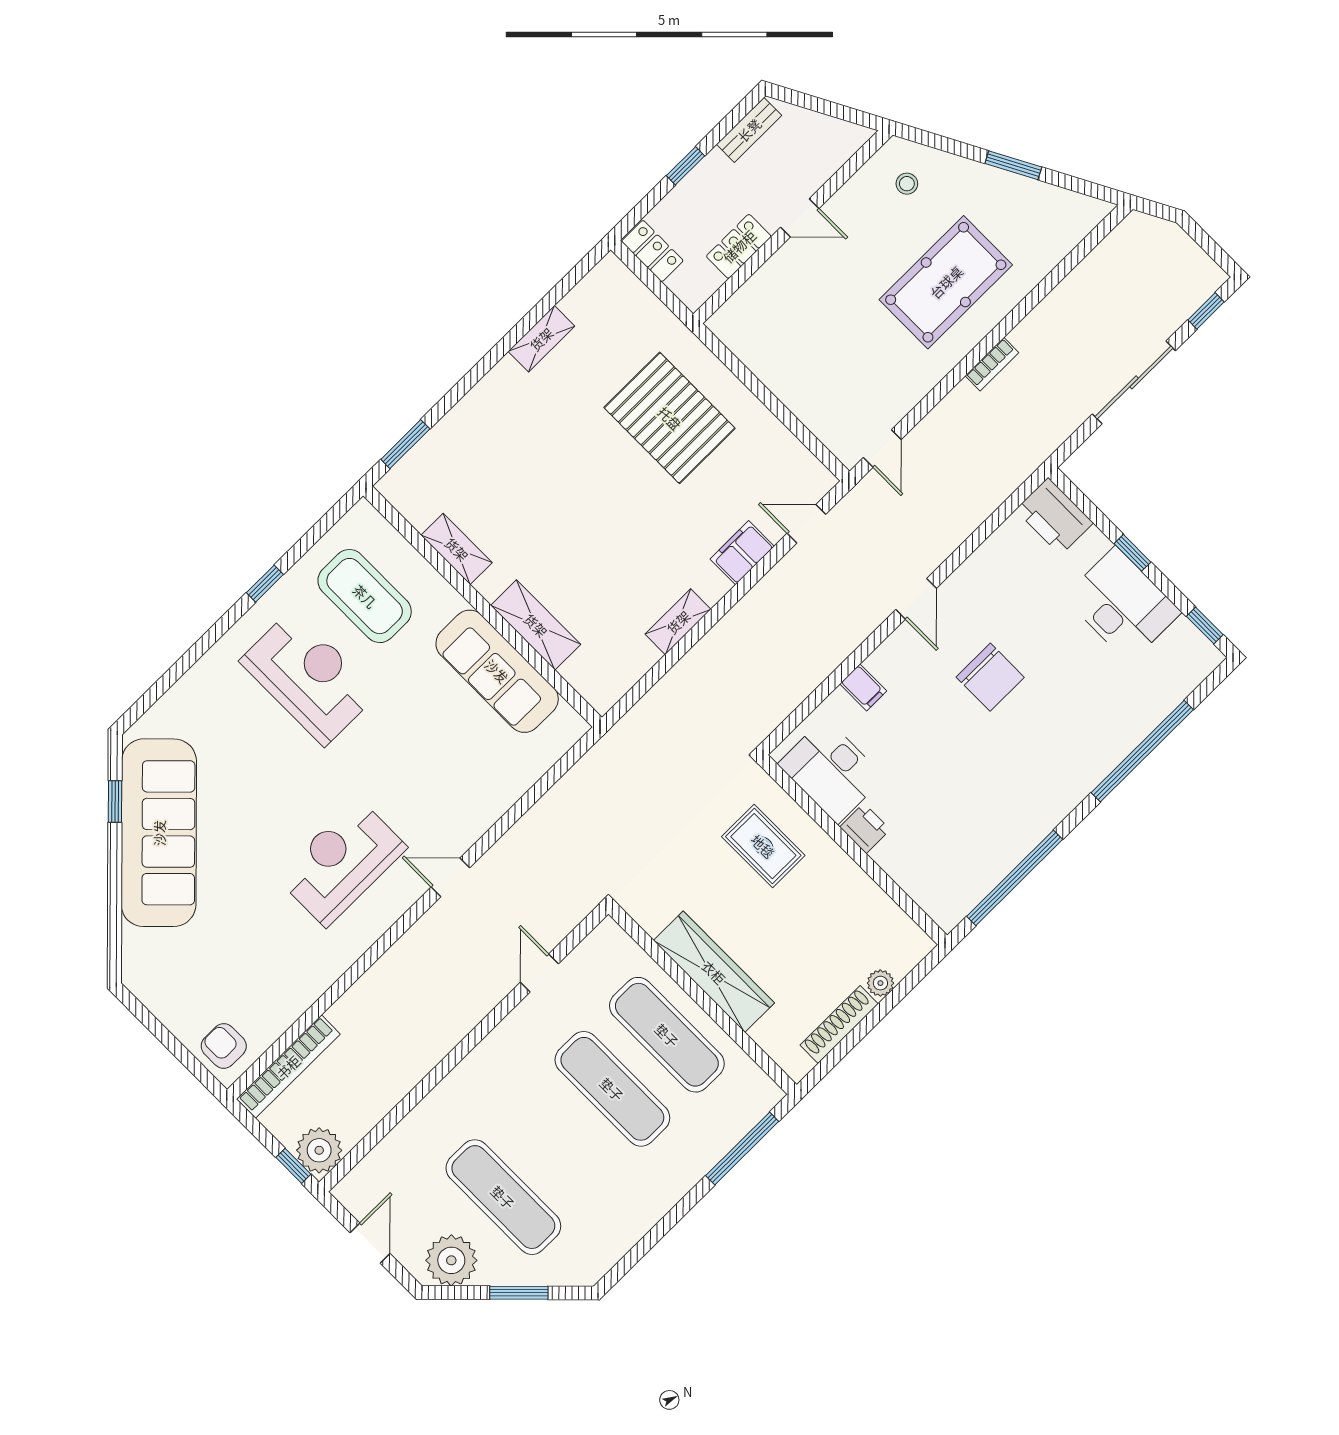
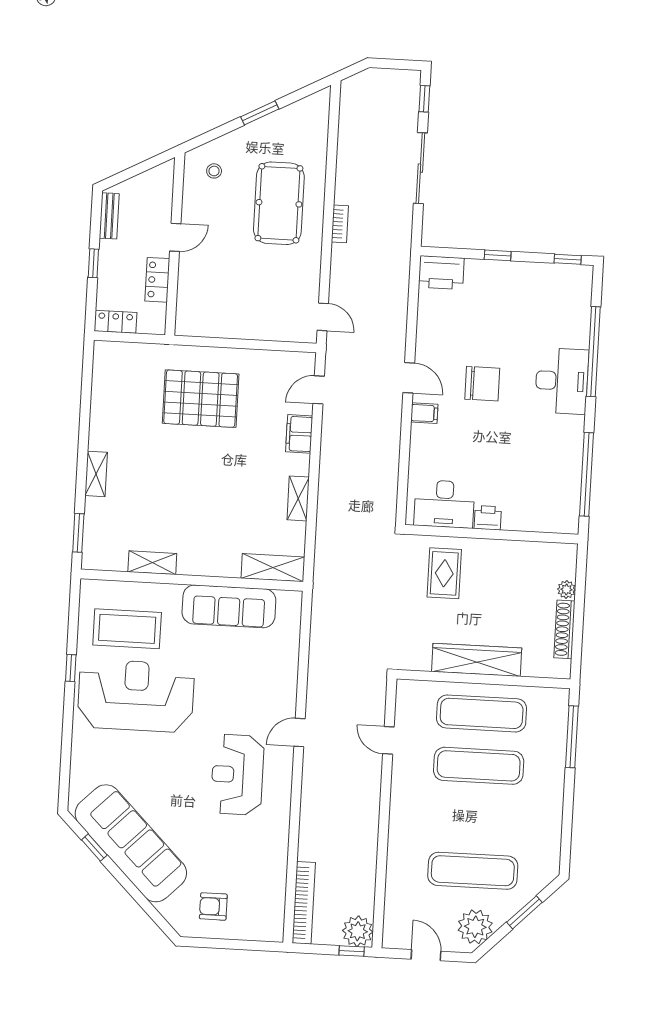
shelving: (541, 339) -> (96, 474), moved
desk: (1122, 605) -> (562, 381), moved, turned 90
shelving: (536, 625) -> (273, 568), moved
reception desk: (309, 677) -> (136, 696), width x1.36, depth x1.30
filing cabinet: (863, 687) -> (424, 413), moved
rug: (763, 846) -> (444, 573), turned 90
armchair: (224, 1046) -> (213, 906), moved

